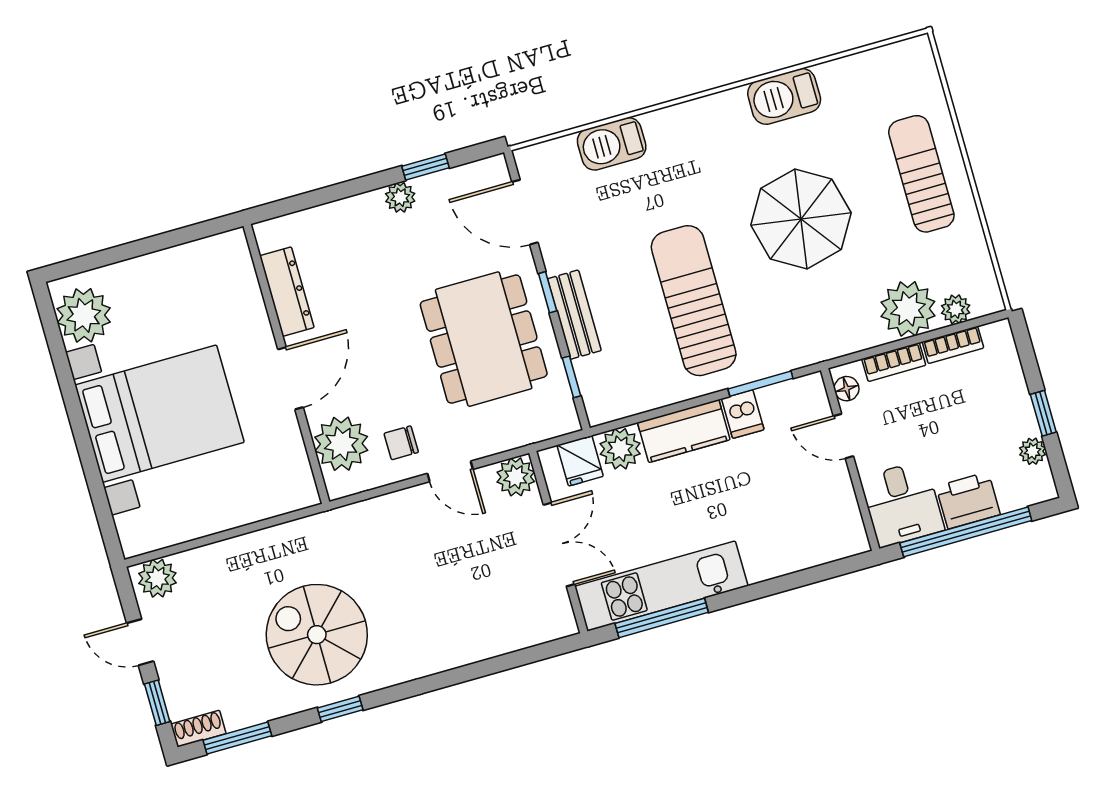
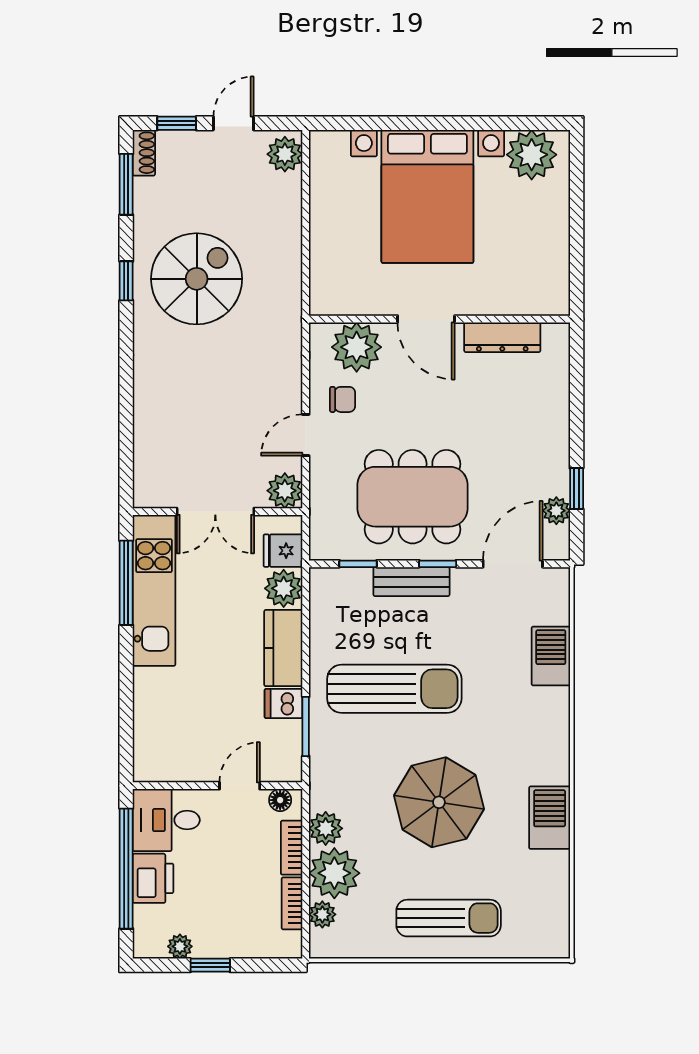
plant: (400, 197) -> (556, 511), moved
plant: (863, 332) -> (326, 828), added
chair: (401, 443) -> (343, 399), turned 90

